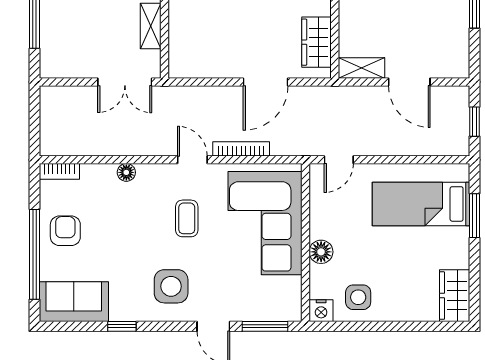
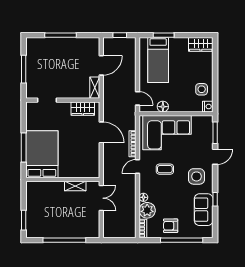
plant: (98, 180) -> (147, 210), added
floor lamp: (321, 252) -> (163, 107), moved
sofa: (74, 302) -> (204, 210), moved

